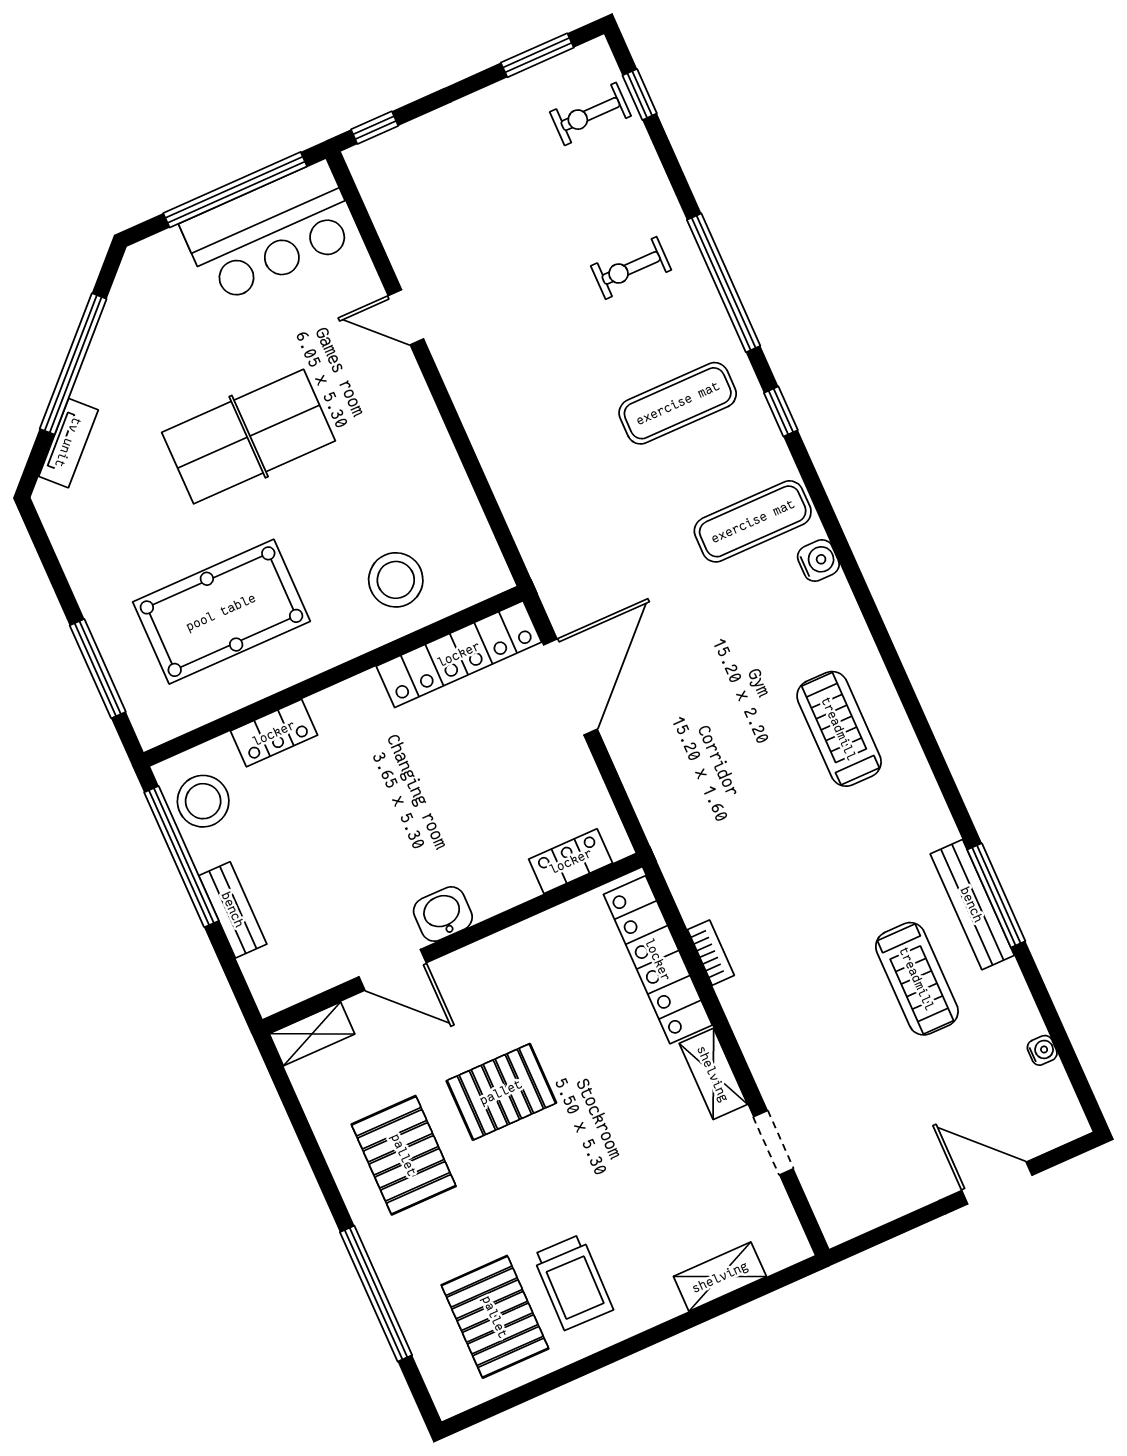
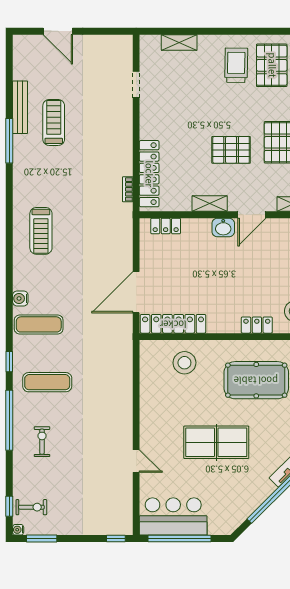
exercise bike: (631, 268) -> (42, 442), turned -90
bench: (972, 905) -> (20, 107), moved
bookcase: (711, 953) -> (128, 189), moved
door: (393, 970) -> (252, 215), swing flipped
water cooler: (1042, 1050) -> (18, 530), moved
shelving: (713, 1074) -> (210, 204), moved, turned 90

